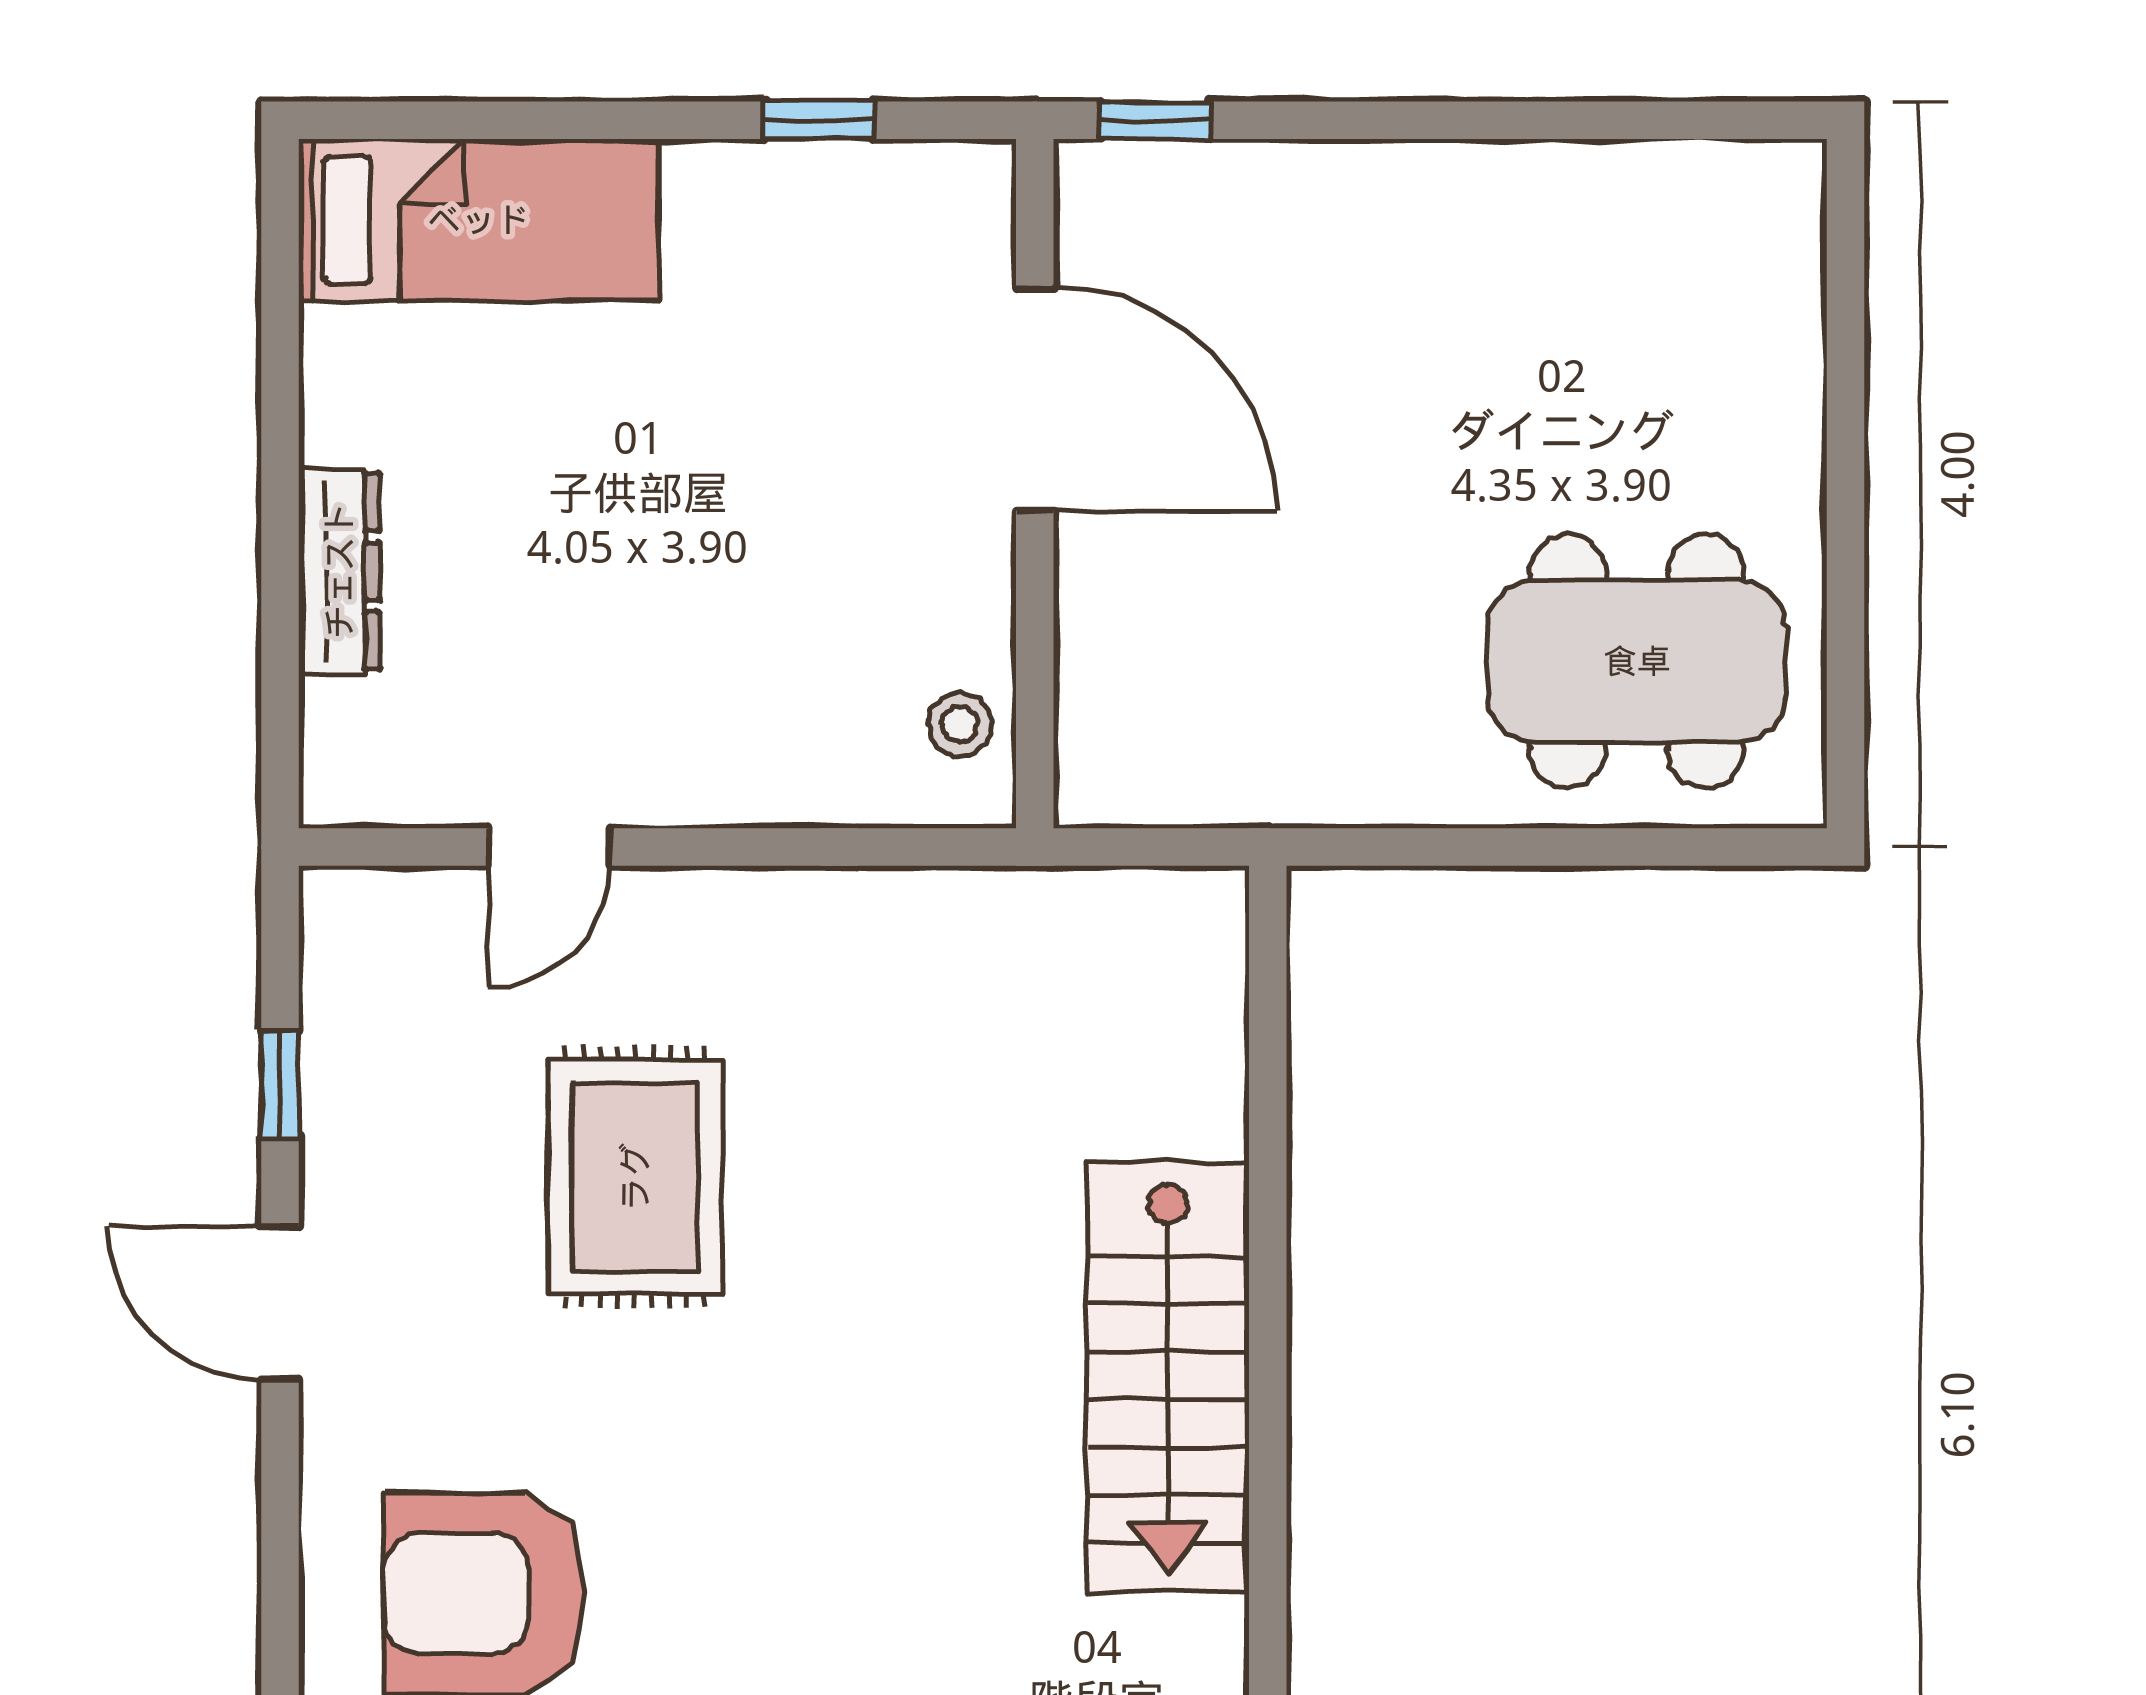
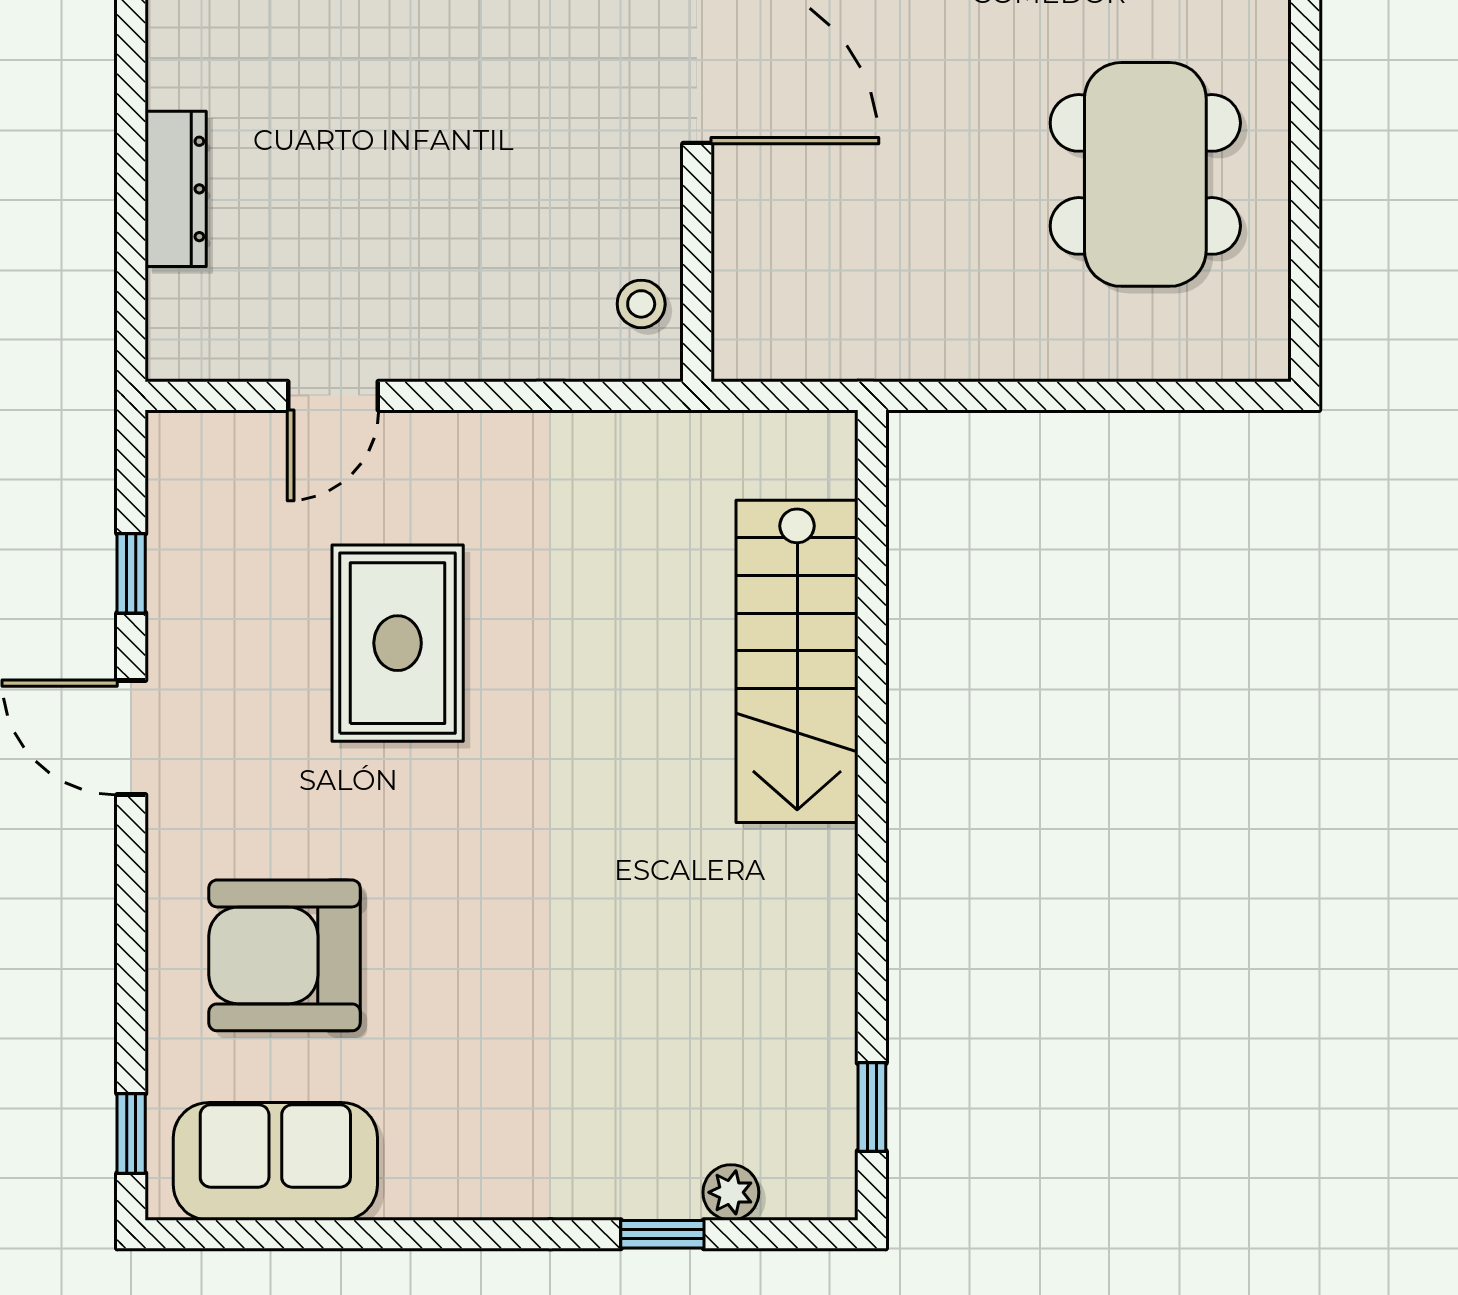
dining table: (1637, 661) -> (1145, 174), moved, turned 90
stairs: (1168, 1377) -> (797, 661), moved

